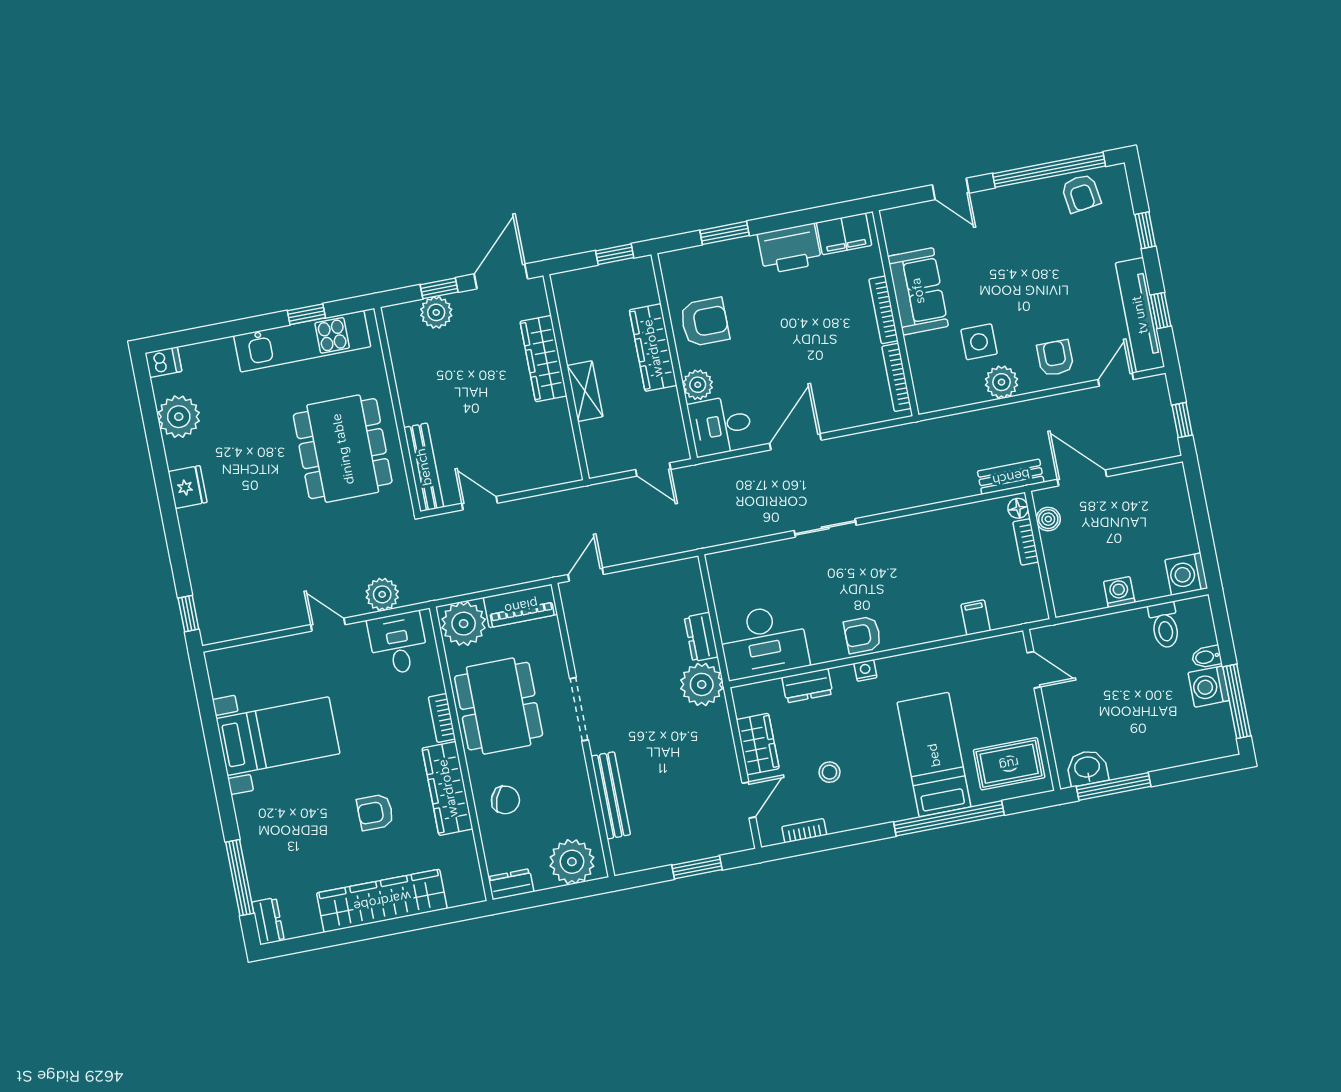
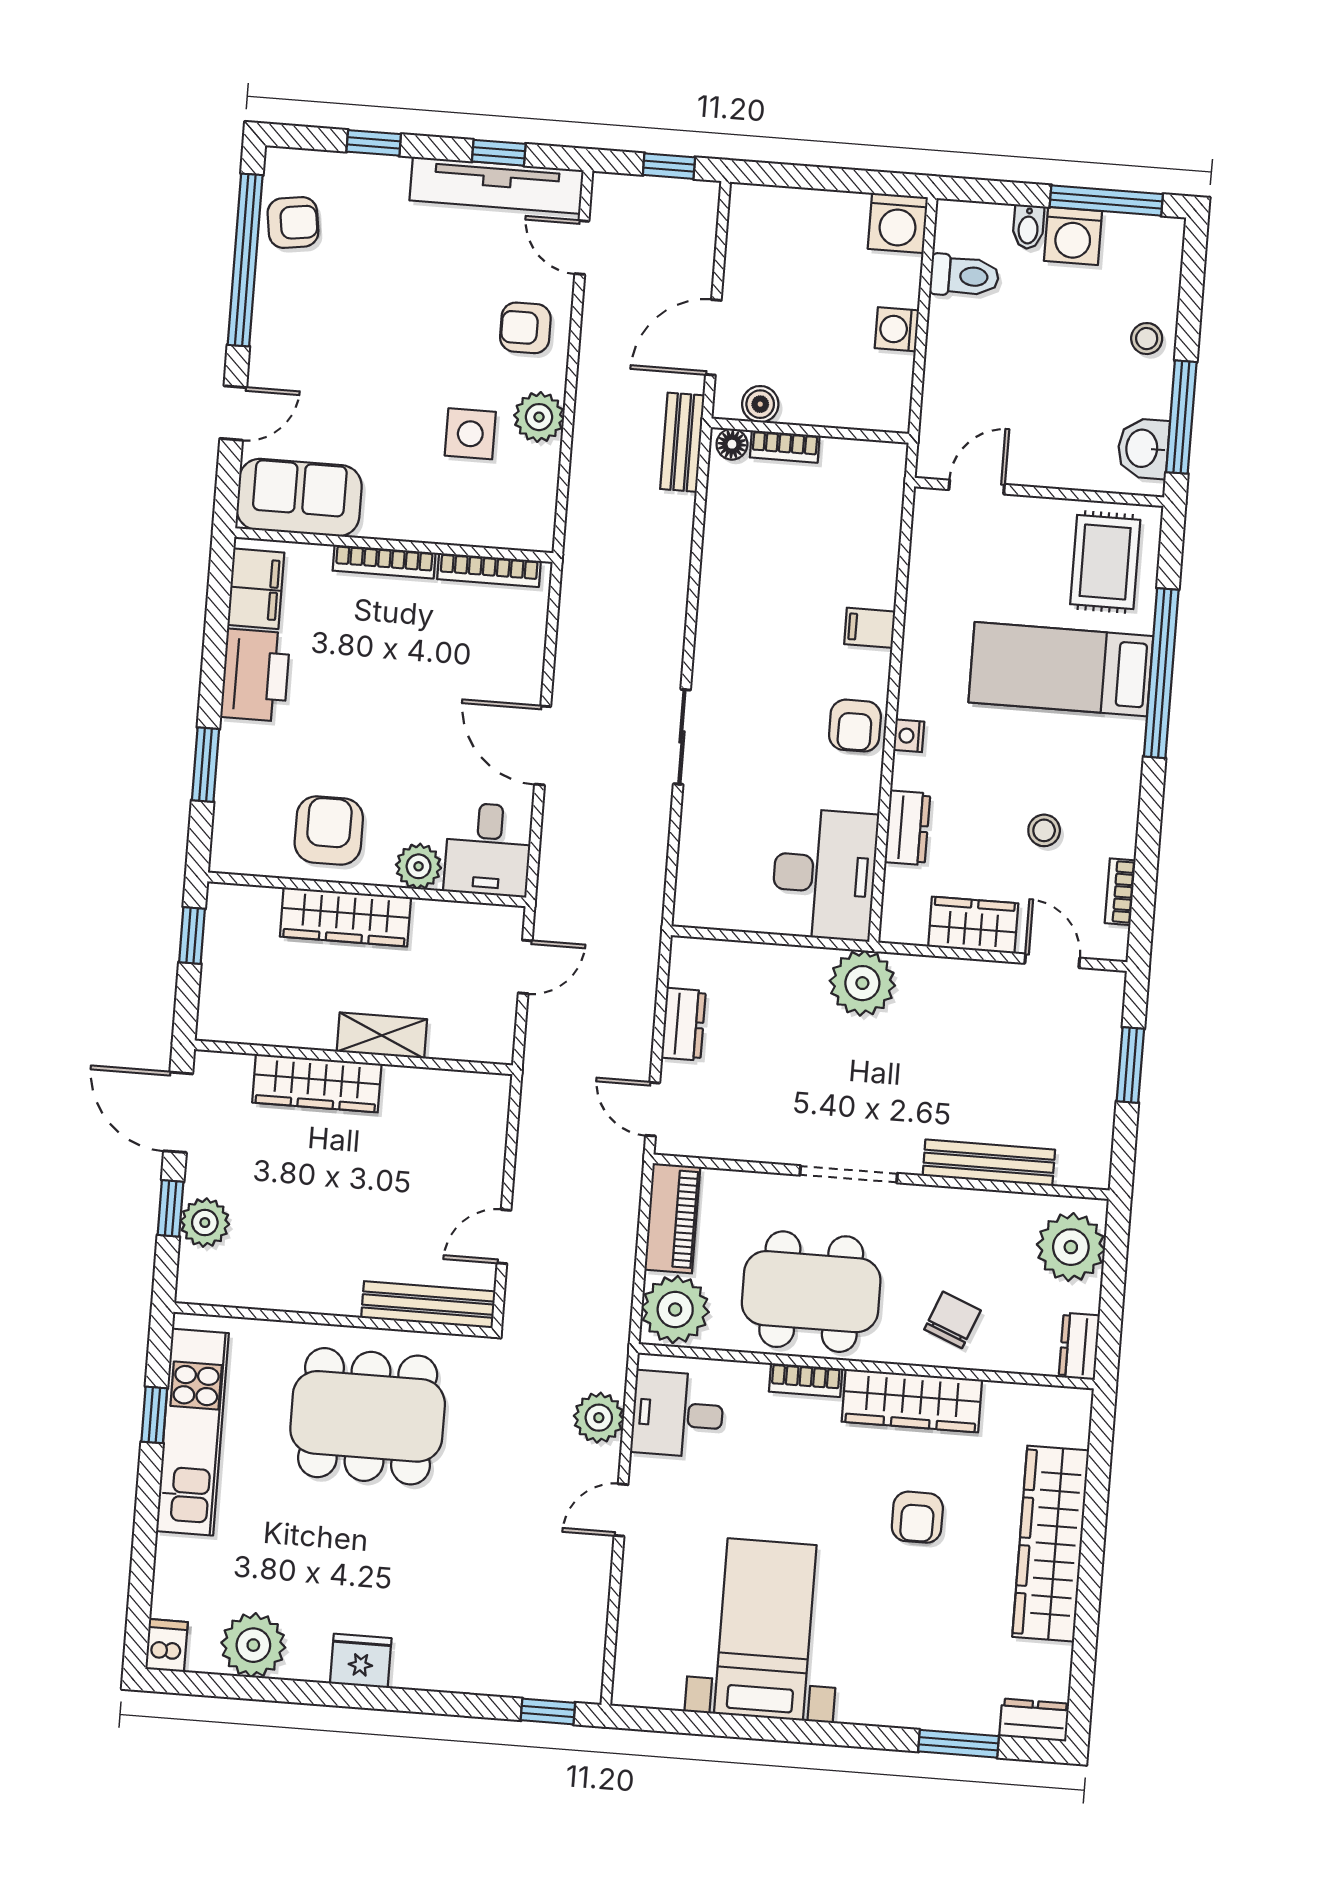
sofa: (918, 291) -> (299, 498), moved
filing cabinet: (976, 617) -> (870, 628), moved
dresser: (701, 637) -> (683, 1024), moved, turned -90
stool: (1157, 751) -> (1147, 339), added
window: (240, 878) -> (958, 1744), width x0.69

